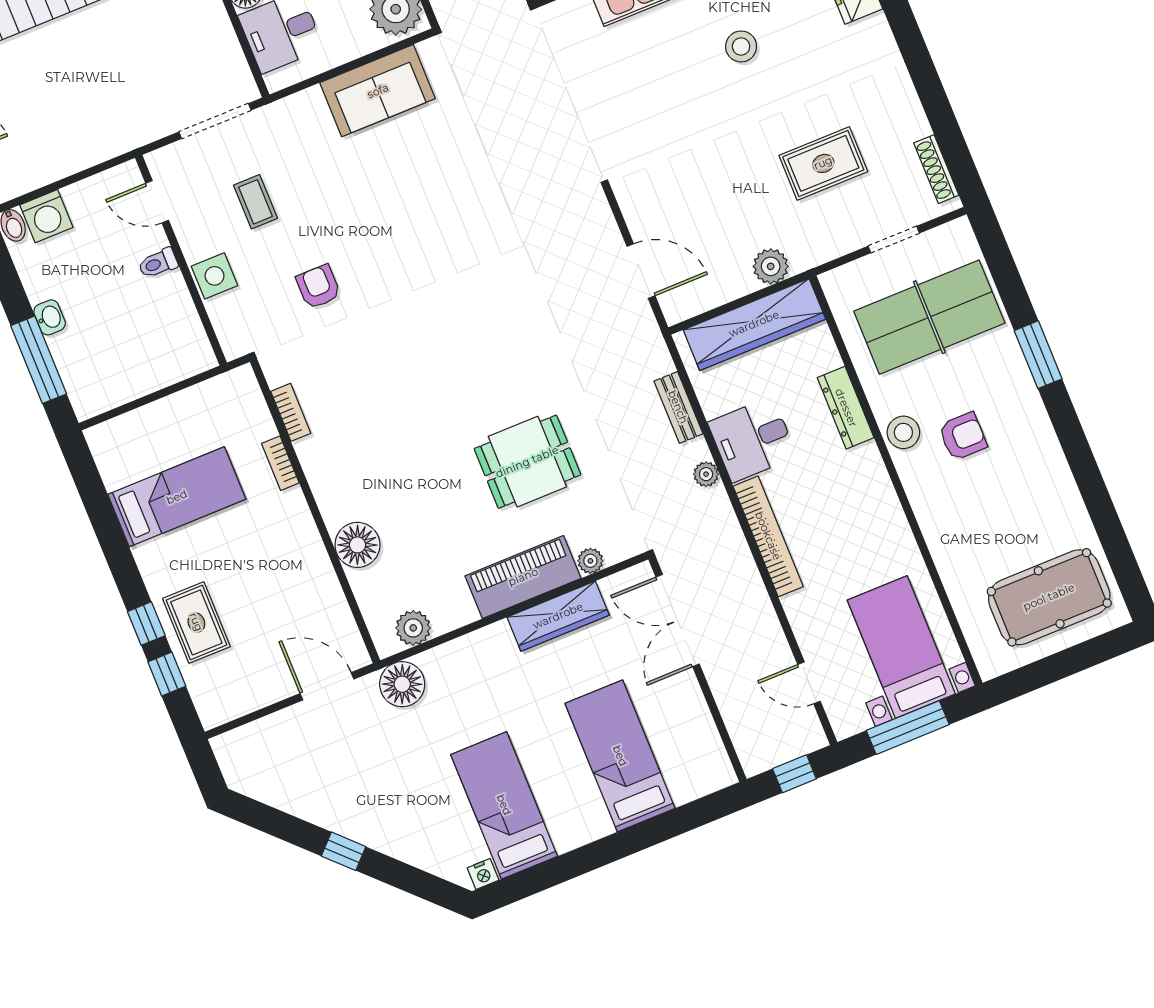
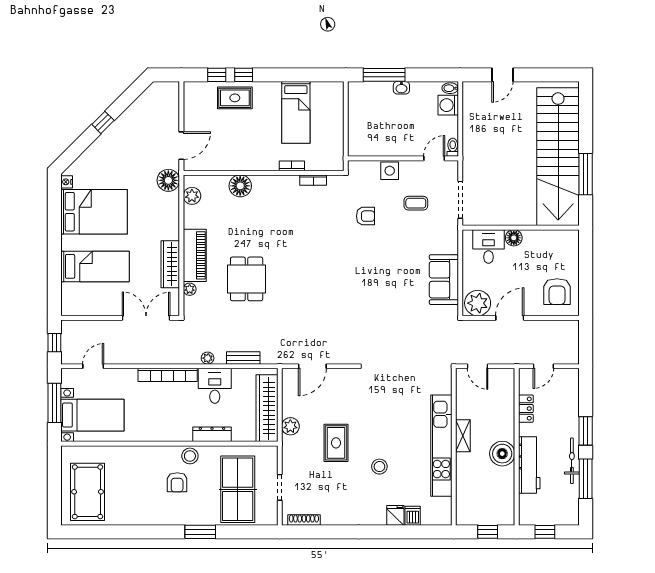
stool: (741, 46) -> (379, 467), moved
rug: (823, 163) -> (336, 443), moved
toilet: (158, 263) -> (453, 147), moved
bed: (504, 805) -> (94, 212), width x1.50

